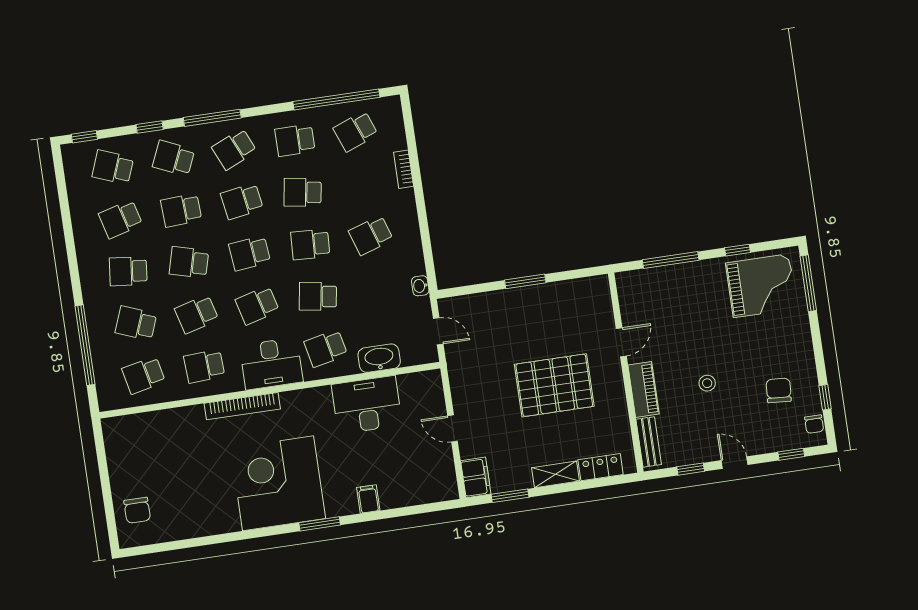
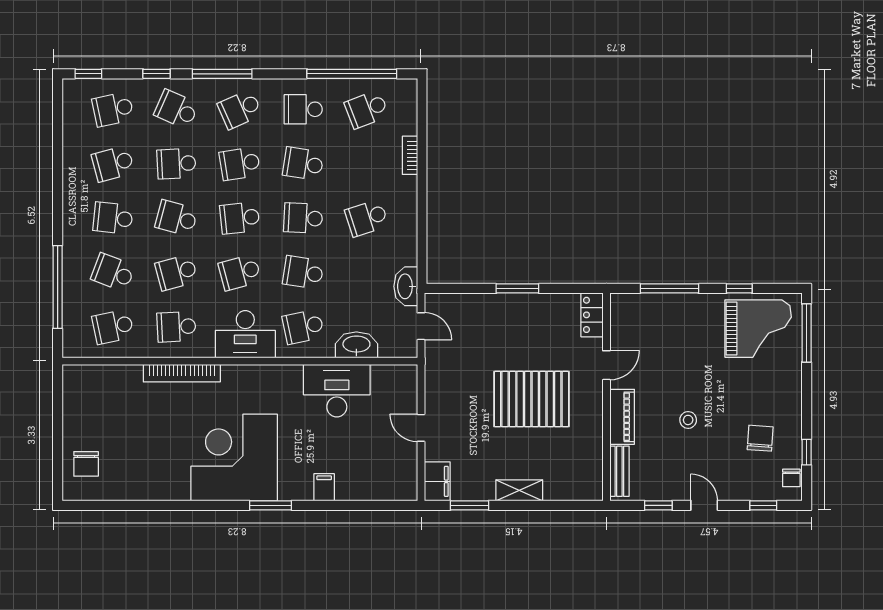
school desk: (113, 167) -> (113, 109), turned -33
washbasin: (420, 286) -> (406, 286), width x1.91, depth x1.45
bookcase: (242, 406) -> (182, 373), moved
locker: (601, 467) -> (592, 315), moved, turned -90

